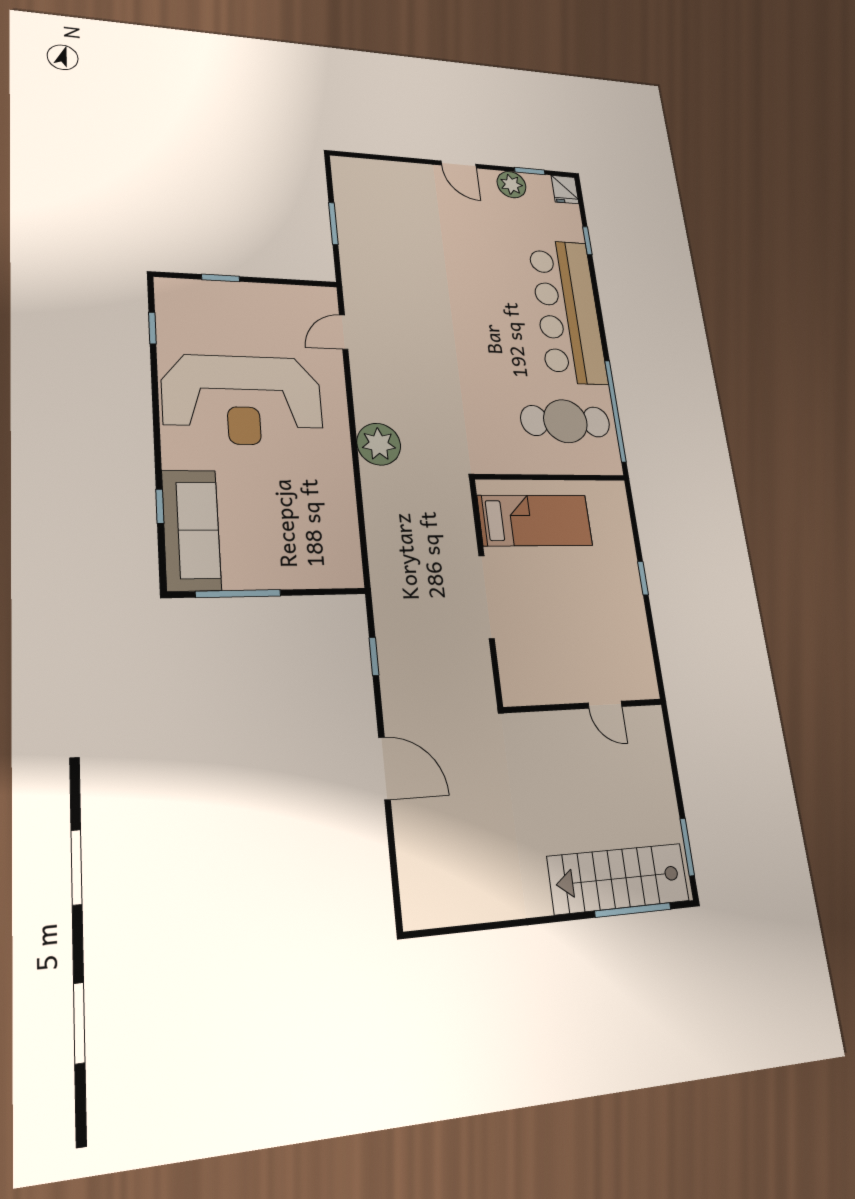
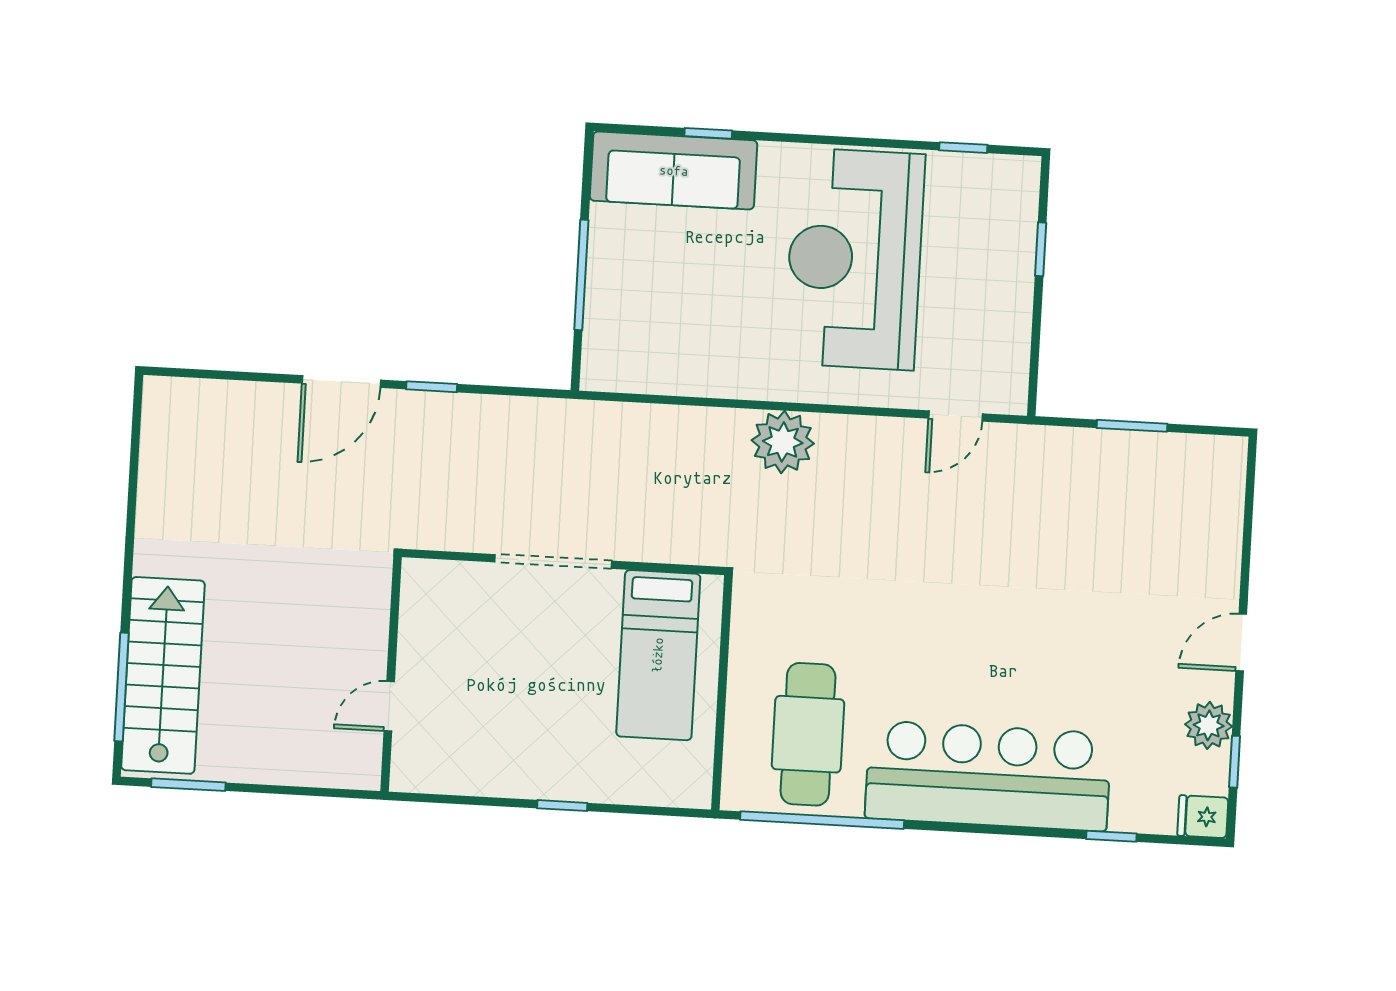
door: (344, 332) -> (956, 416), swing flipped
window: (238, 594) -> (581, 275), moved
window: (374, 656) -> (432, 387), moved

